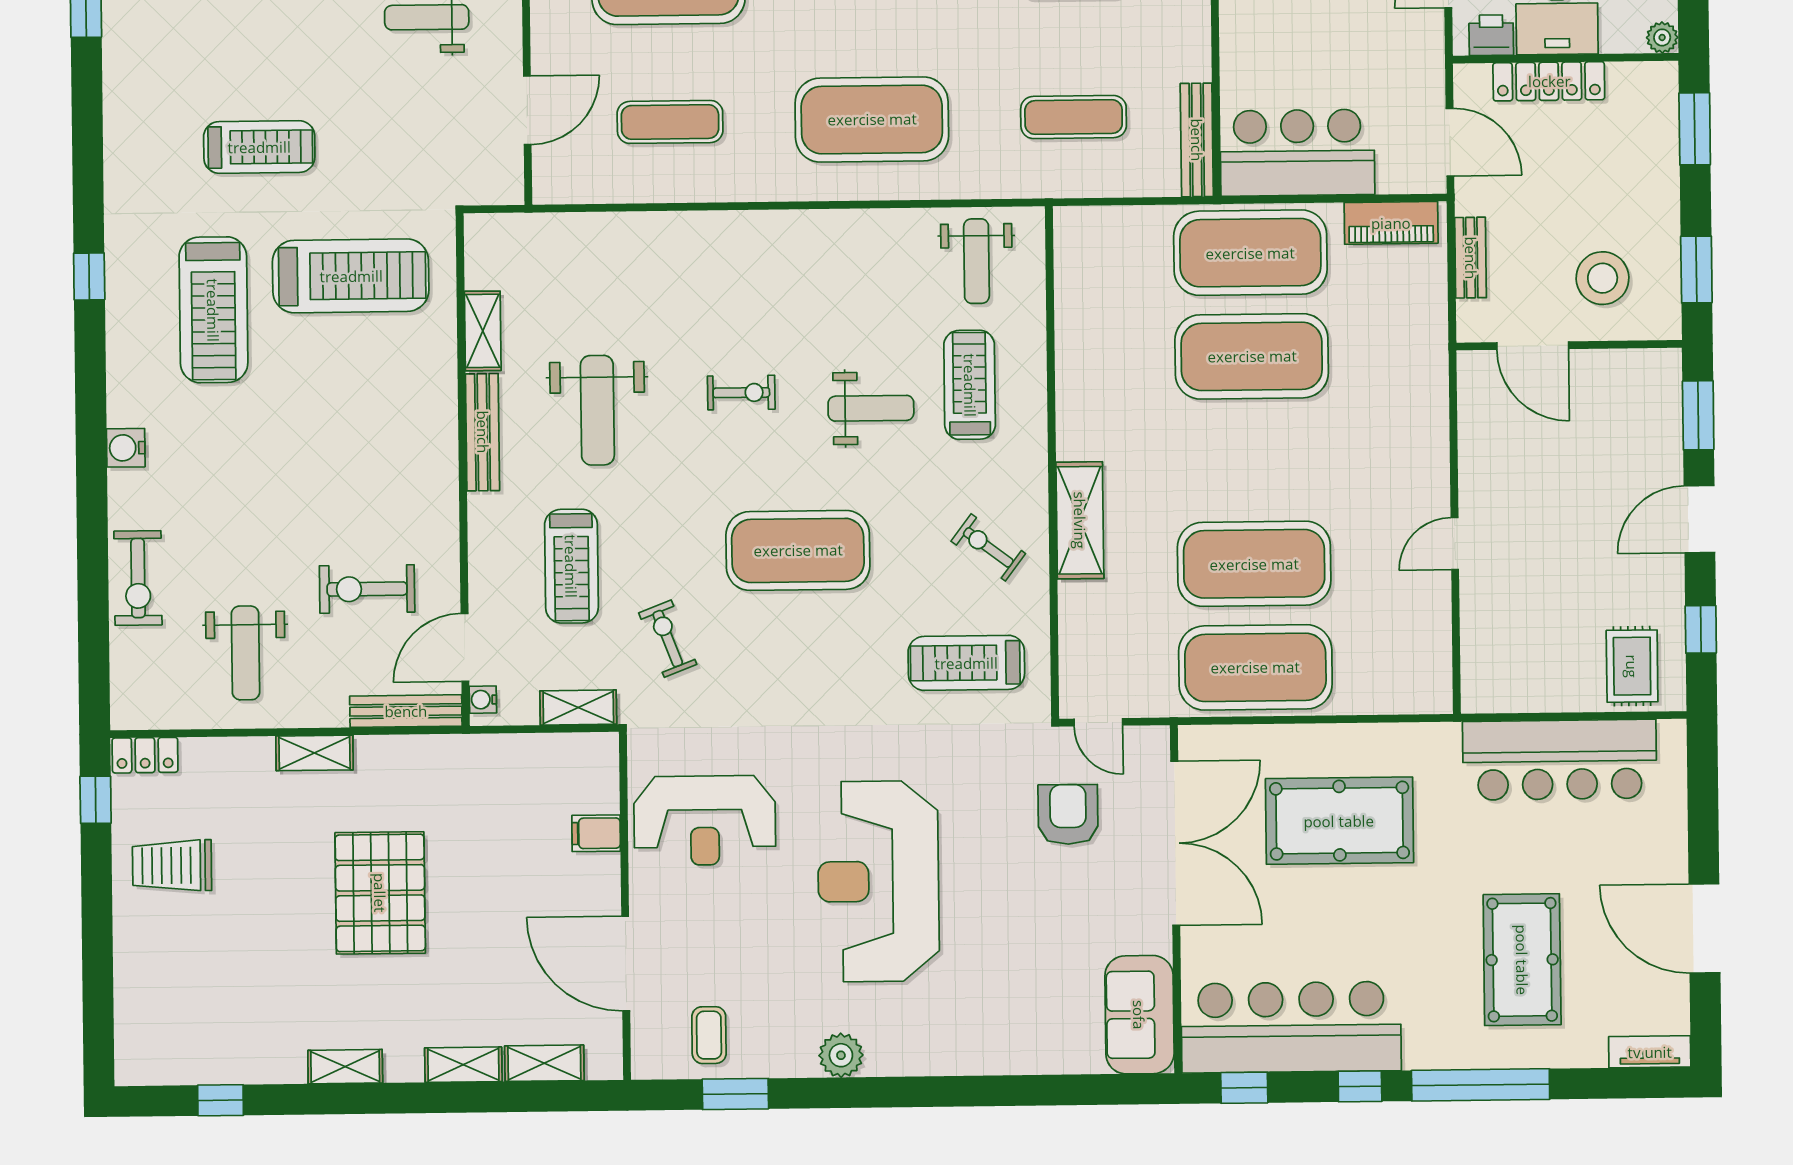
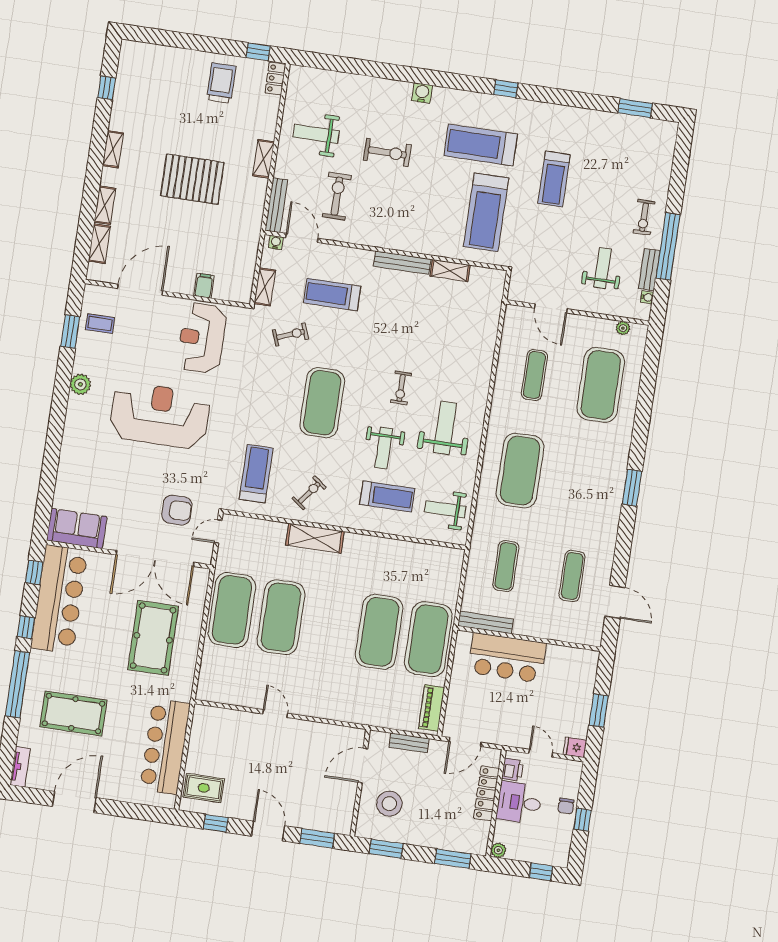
bar counter: (1297, 153) -> (507, 658), moved, turned 90
weight bench: (597, 410) -> (445, 428), moved, turned 90
exercise bike: (138, 578) -> (387, 152), moved, turned 180

